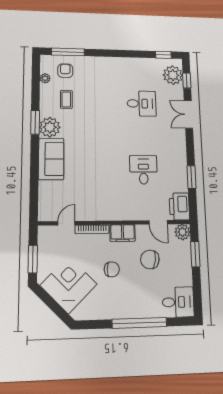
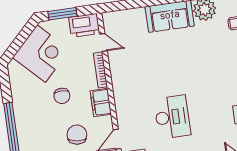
desk: (143, 170) -> (172, 117), width x1.37
printer: (48, 239) -> (84, 25), added

